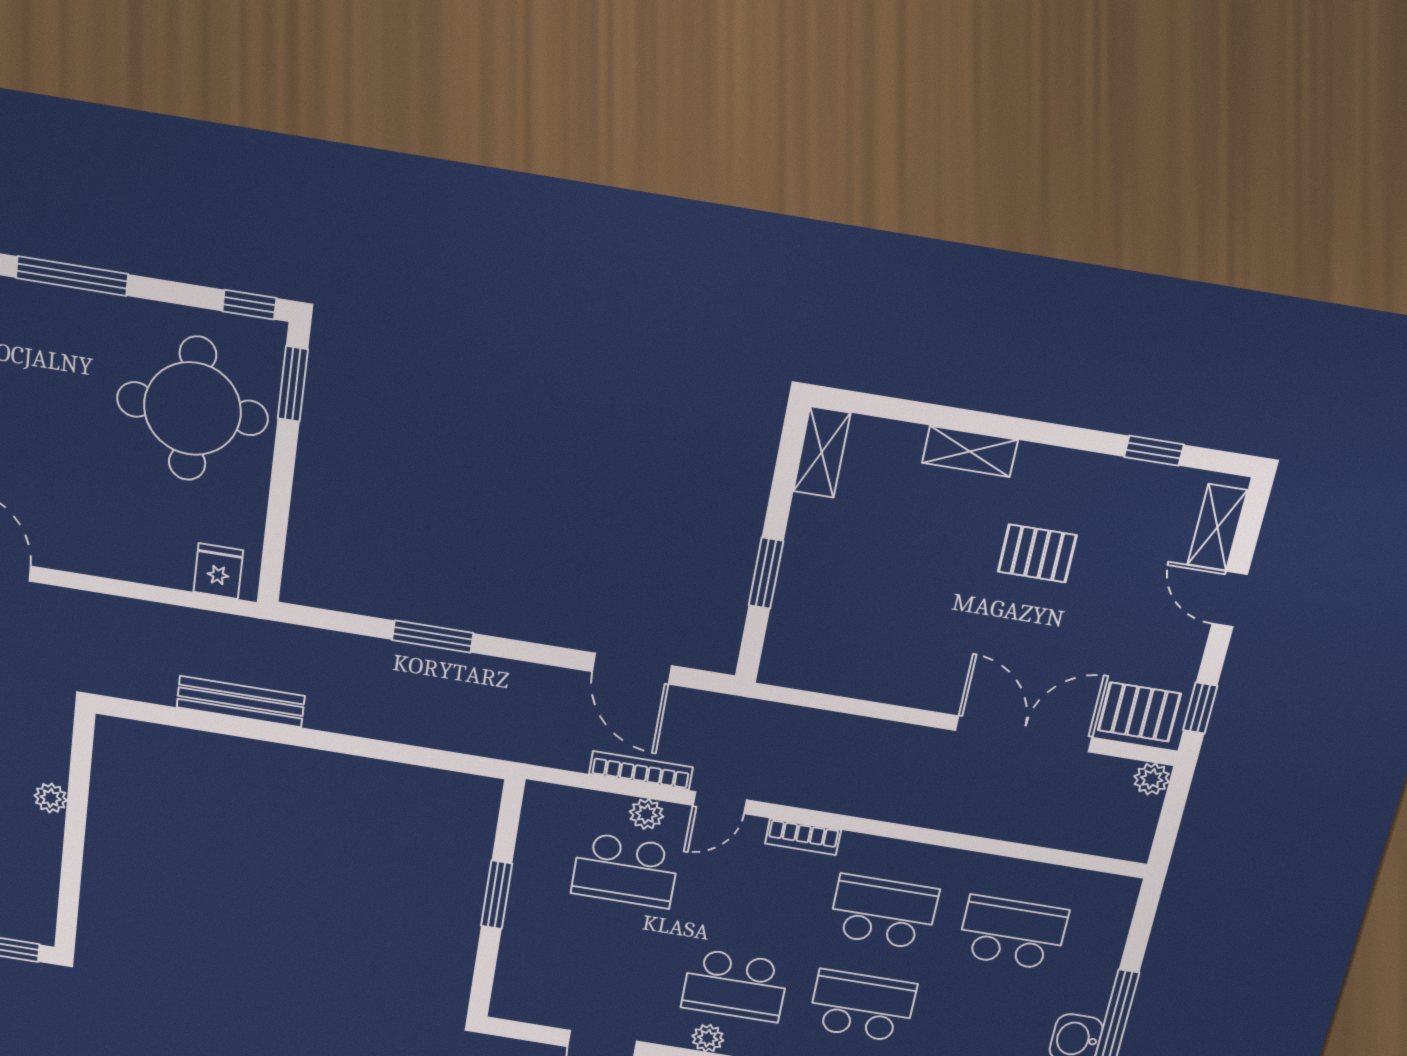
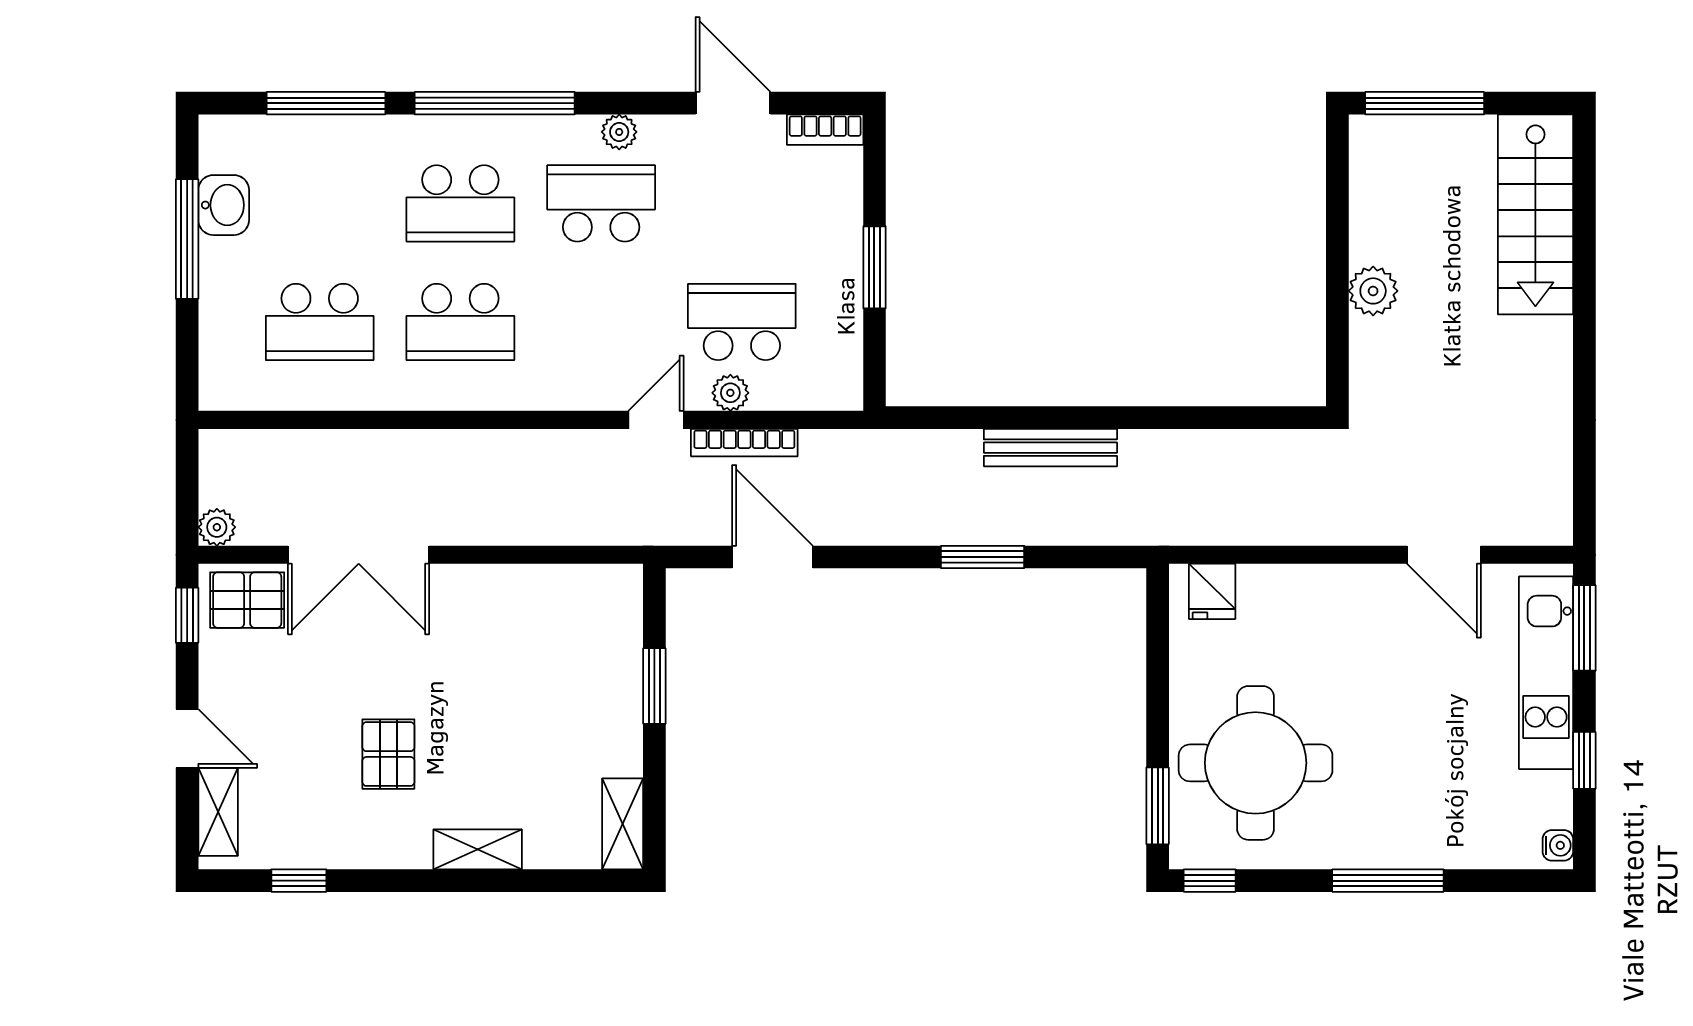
pallet: (1037, 553) -> (388, 754), turned 90
bench: (241, 702) -> (1050, 448), moved
plant: (51, 798) -> (1373, 291), width x1.38, depth x1.38
bookcase: (803, 837) -> (825, 130), moved, turned 180

